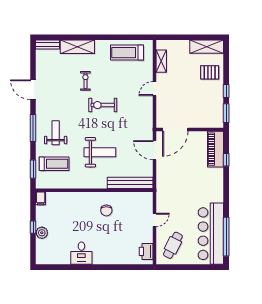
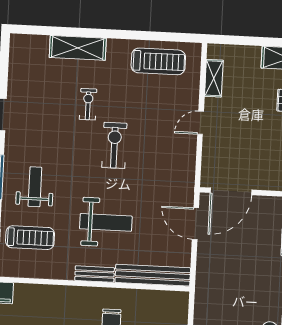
bench: (48, 44) -> (95, 274), moved
treadmill: (127, 53) -> (158, 61), turned 180
exercise bike: (103, 105) -> (114, 145), turned 90

